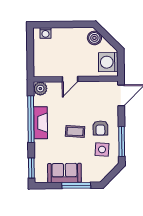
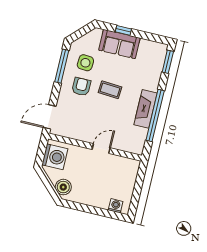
plant: (40, 89) -> (136, 146), removed
sofa: (64, 173) -> (119, 44), moved
window: (76, 185) -> (123, 30), width x0.46

